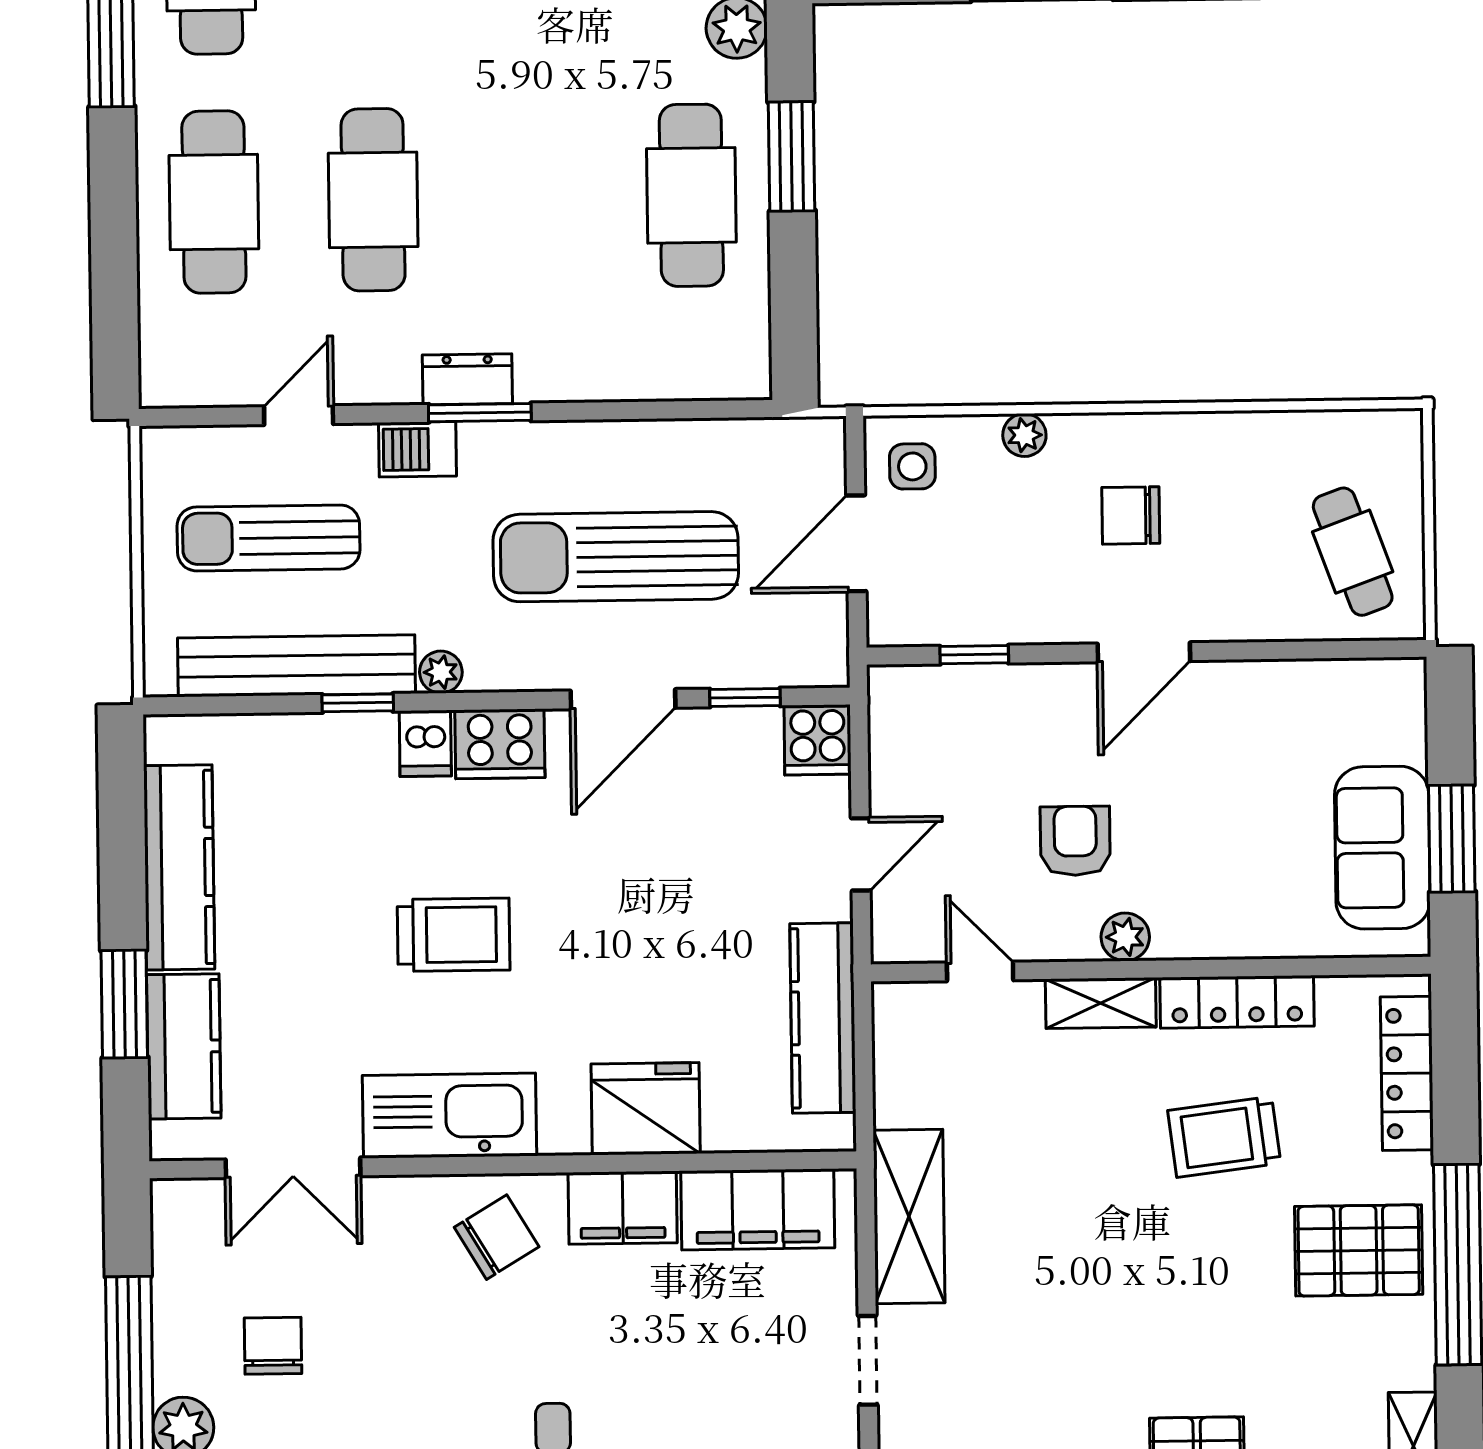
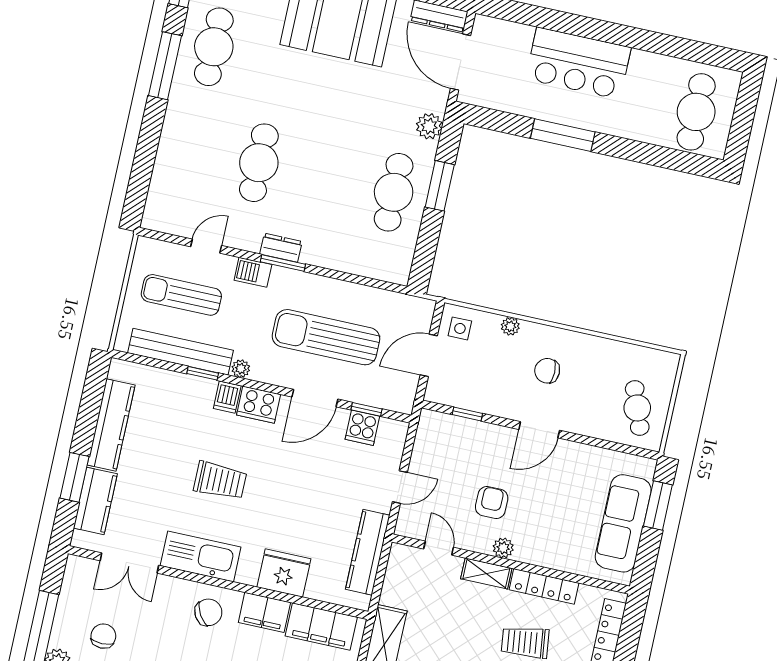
cafe table: (214, 202) -> (192, 148), removed
cooker: (818, 740) -> (362, 428), moved
window: (1452, 839) -> (658, 506), moved
sofa: (1382, 848) -> (623, 523), width x1.36

